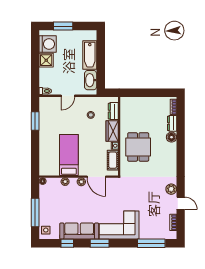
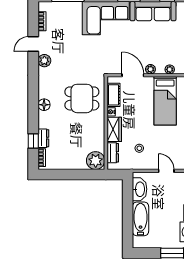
door: (68, 96) -> (166, 171), hinge flipped
plant: (128, 104) -> (96, 161), added
window: (181, 121) -> (33, 141), added
floor lamp: (171, 137) -> (44, 105), moved
dining table: (138, 147) -> (82, 98), moved, turned 90
door: (181, 203) -> (33, 44), hinge flipped

